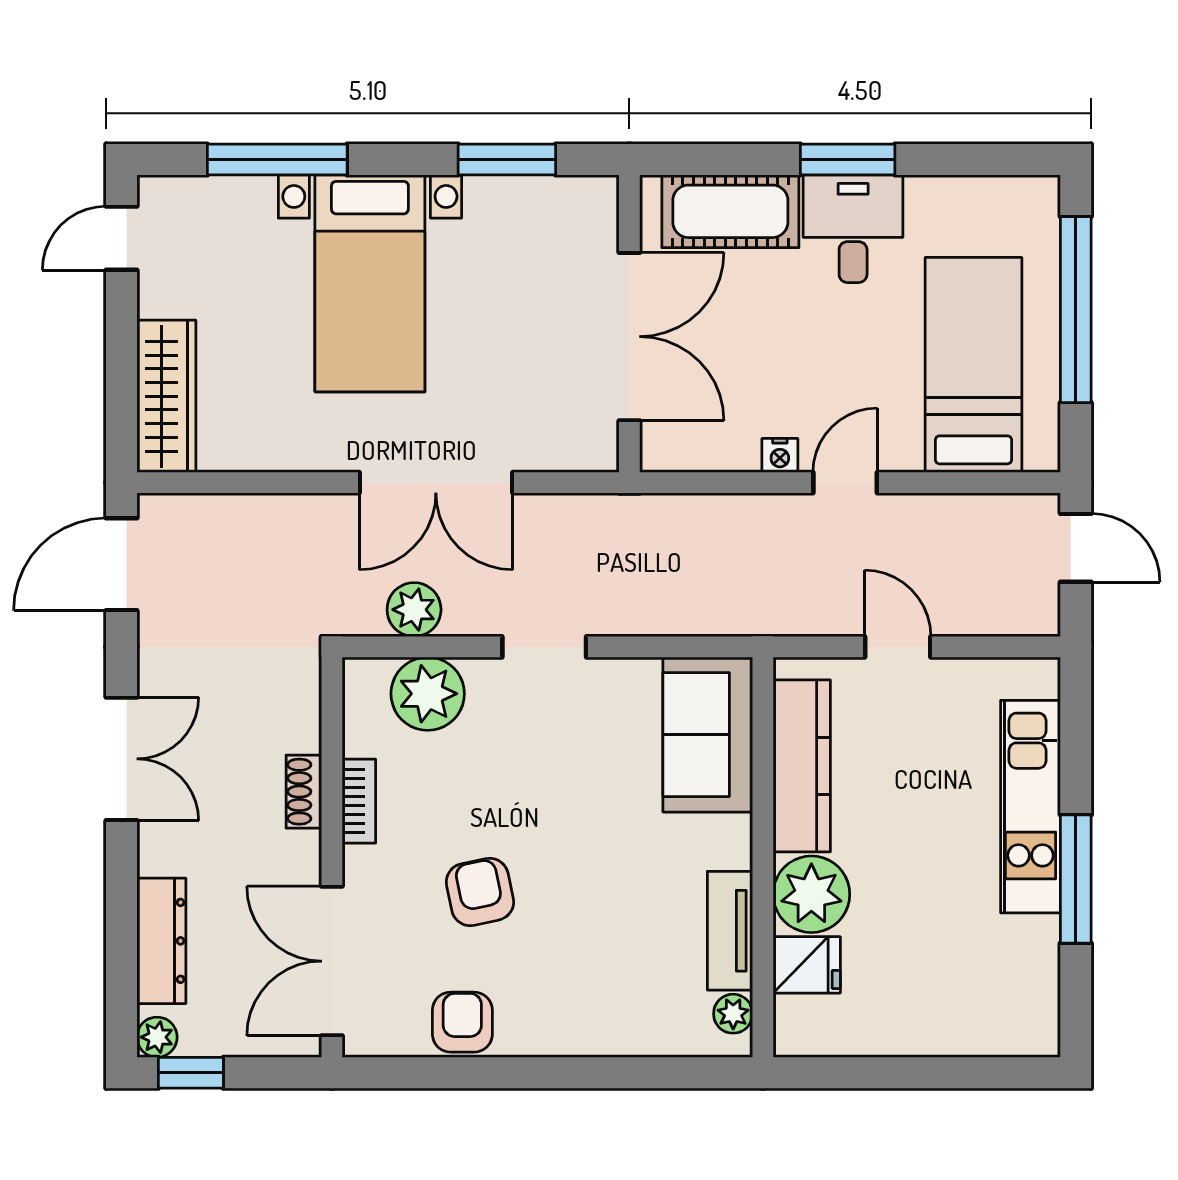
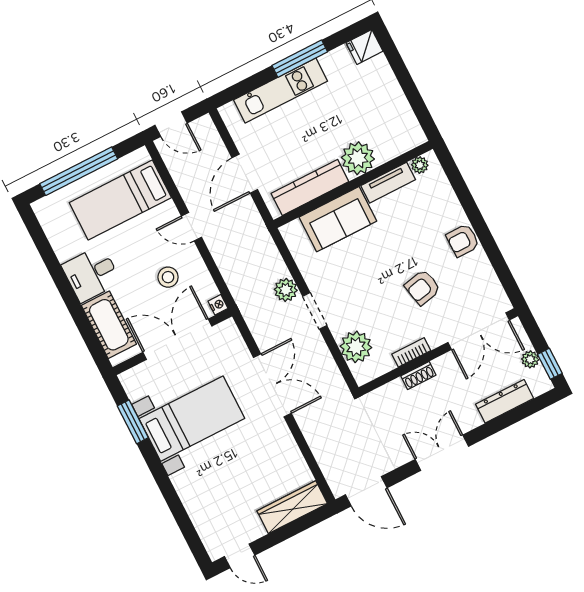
window: (277, 159) -> (178, 511), removed
window: (848, 159) -> (65, 290), removed
bed with nightstands: (370, 283) -> (192, 419), moved
stool: (766, 382) -> (168, 277), added
nightstand: (780, 455) -> (218, 305), moved
door: (1076, 548) -> (171, 124), swing flipped
plant: (414, 610) -> (286, 290), moved
door: (898, 647) -> (245, 174), width x1.37
sofa: (708, 735) -> (338, 219), moved
fridge: (807, 965) -> (364, 47), moved, turned -90
armchair: (462, 1022) -> (463, 240), moved
plant: (157, 1037) -> (530, 359), moved

